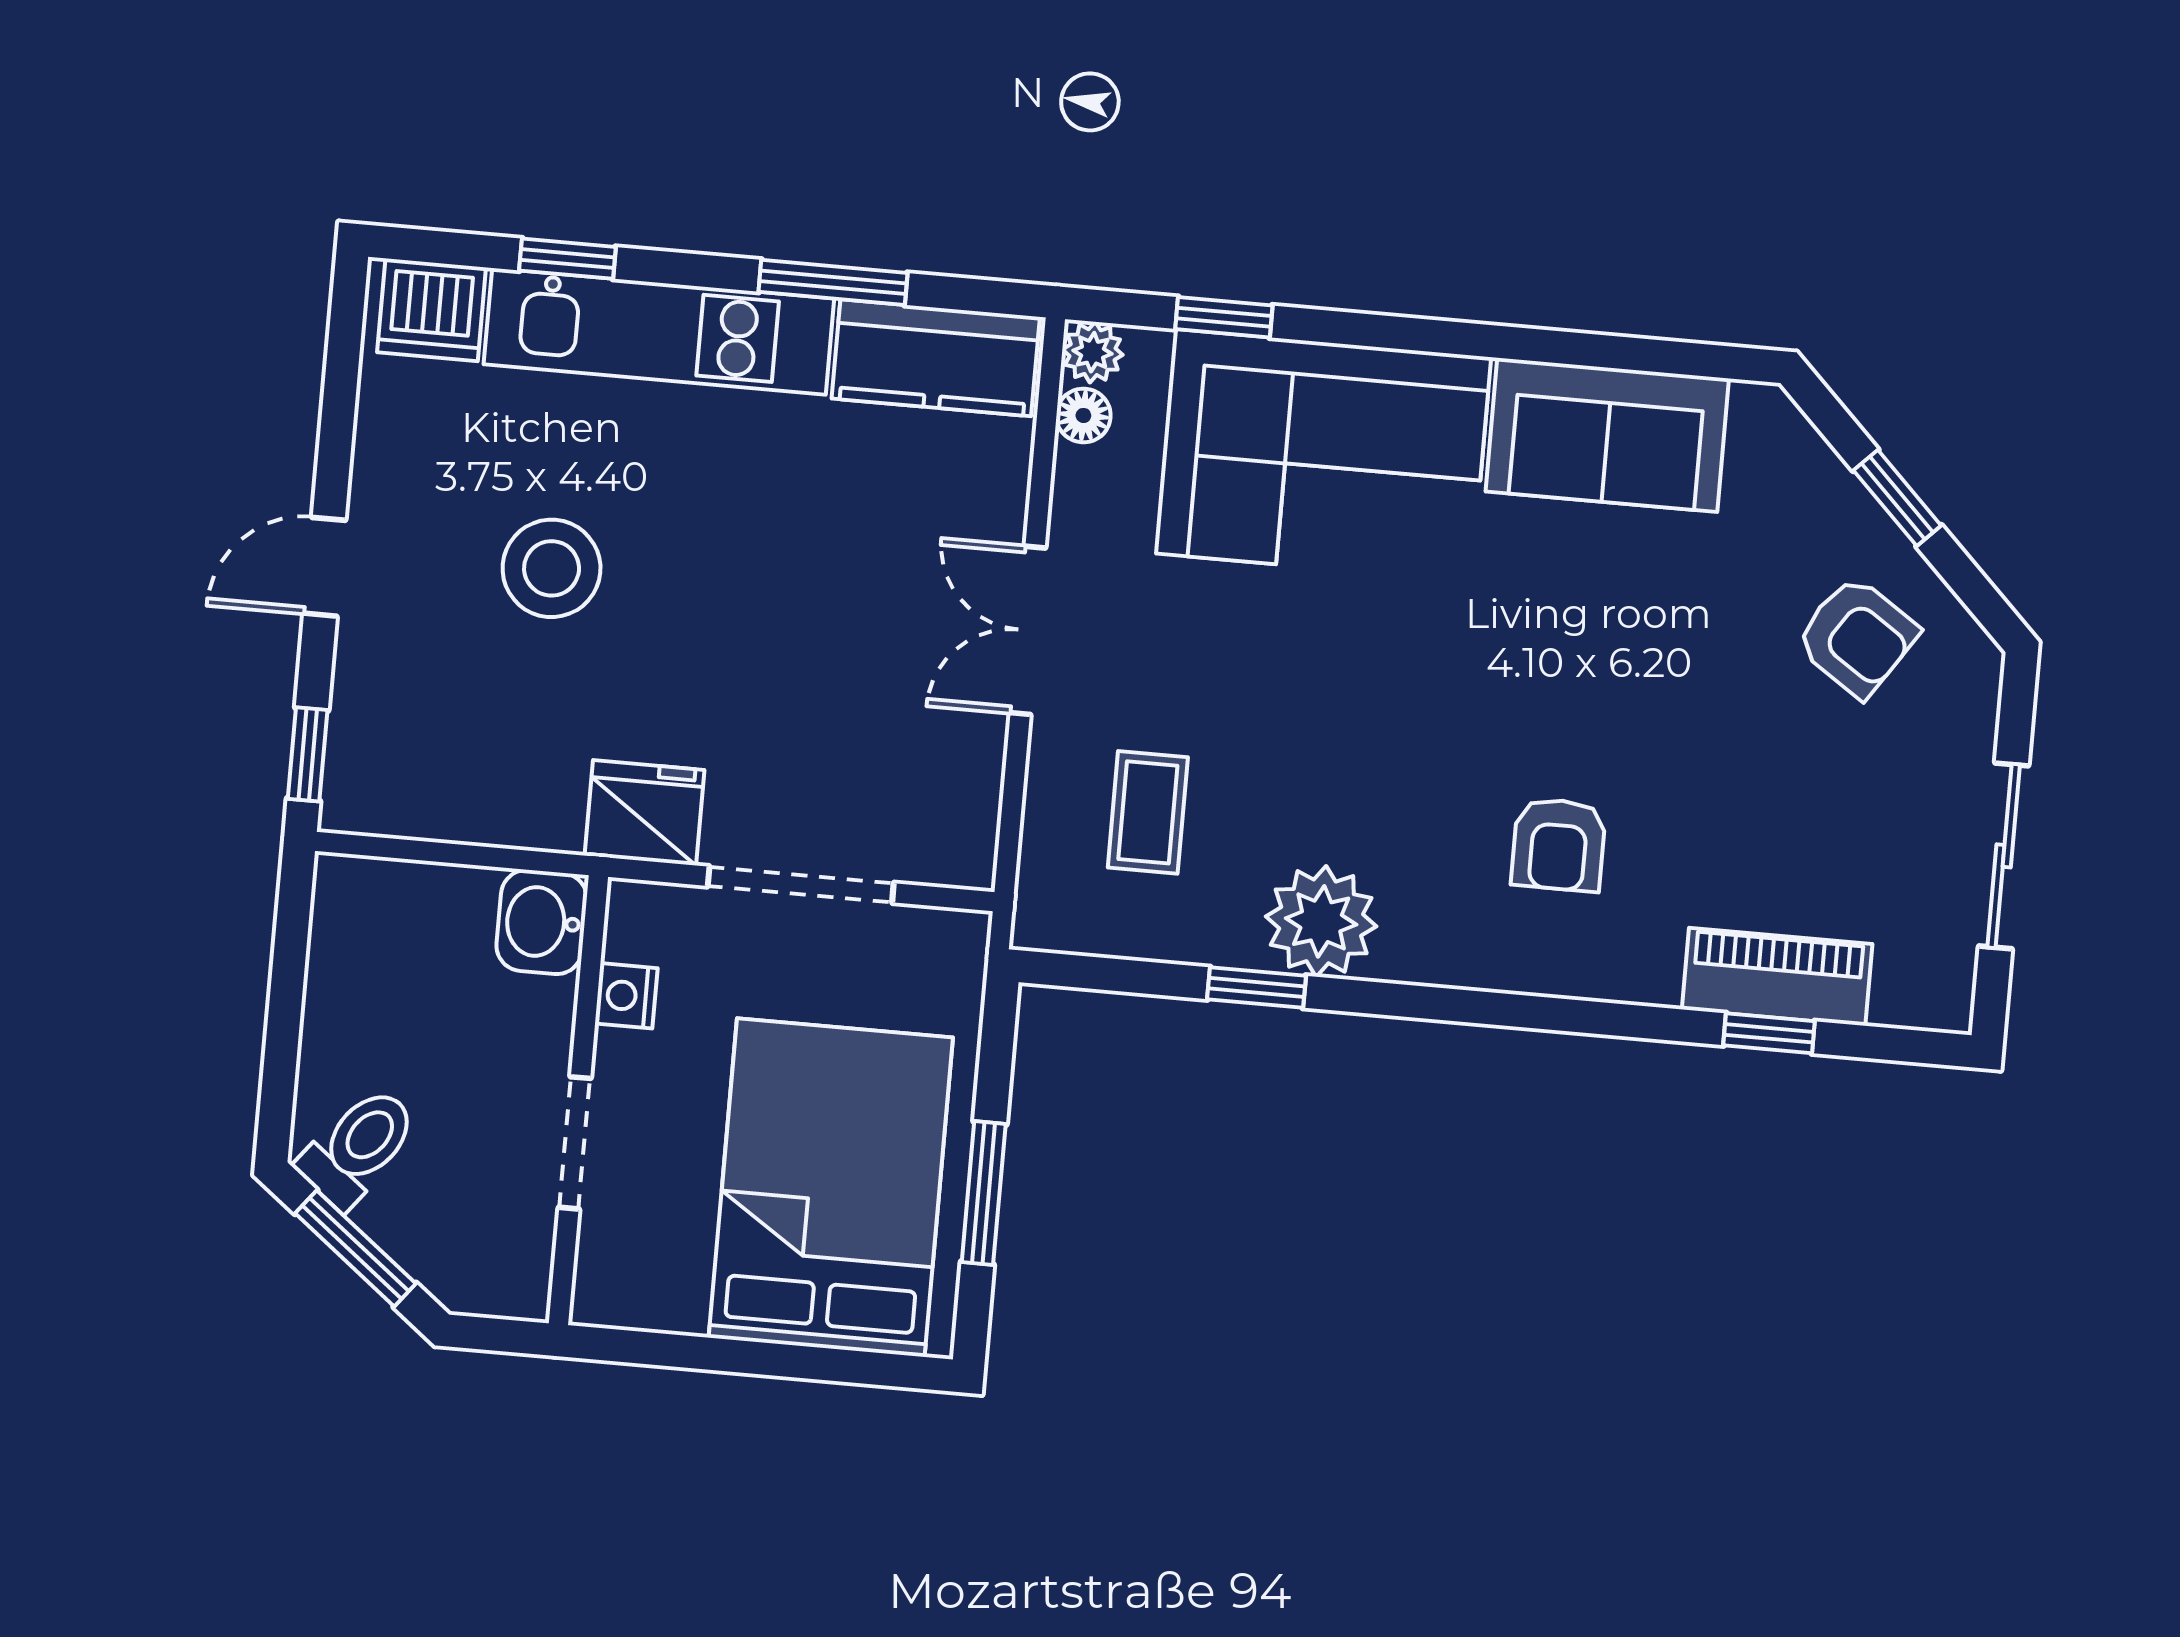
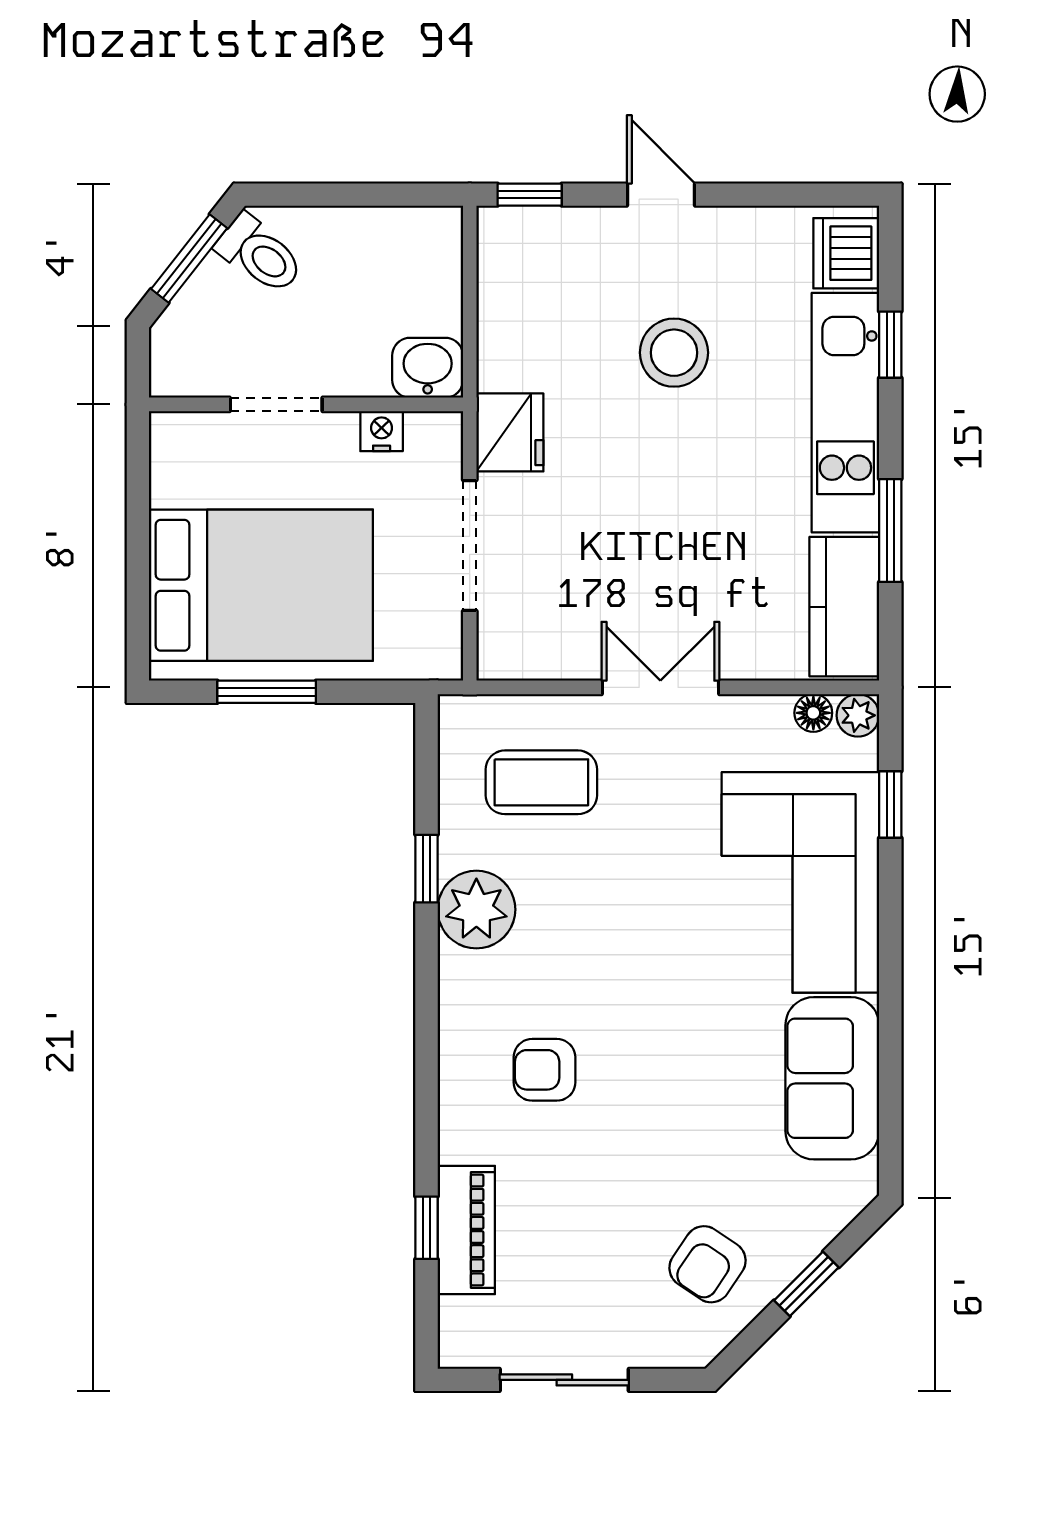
coffee table: (1148, 812) -> (541, 782), width x1.36, depth x1.30

